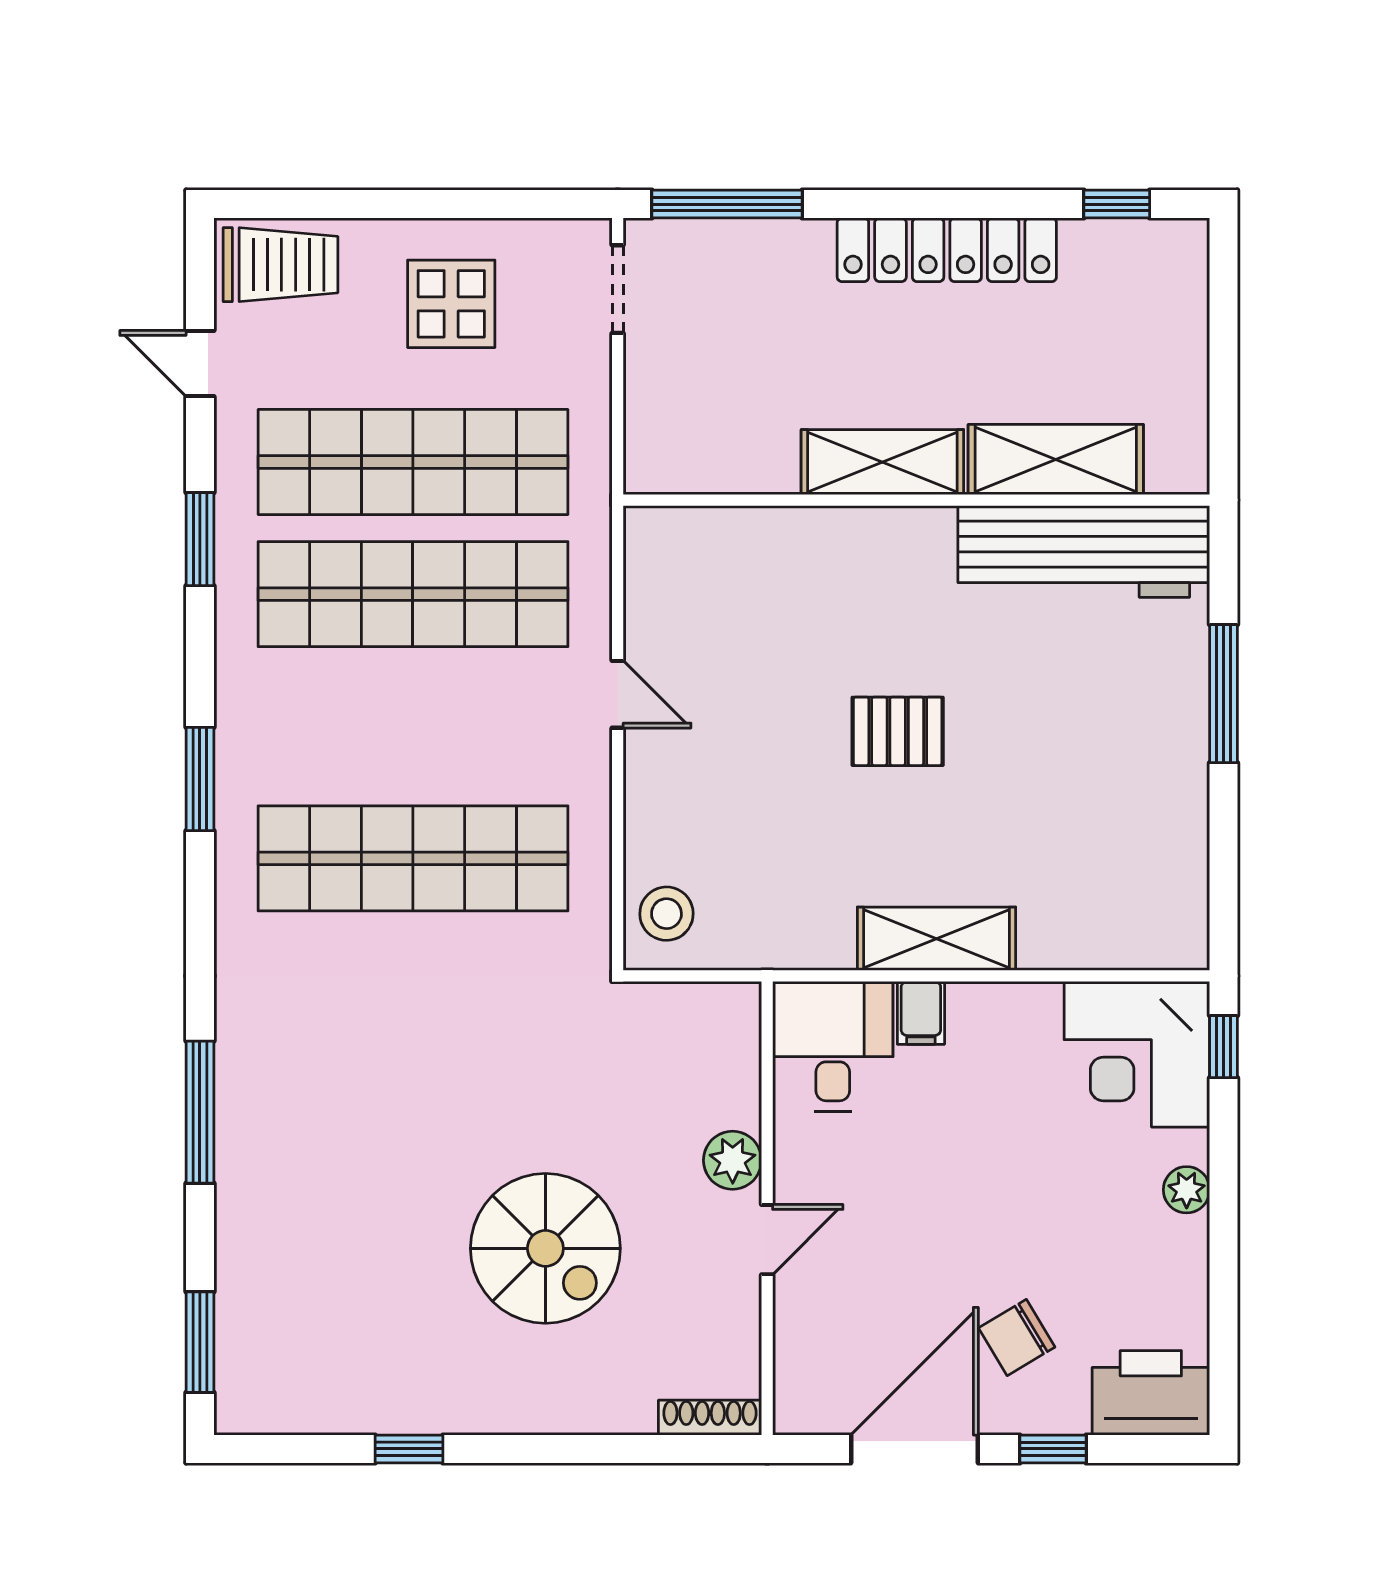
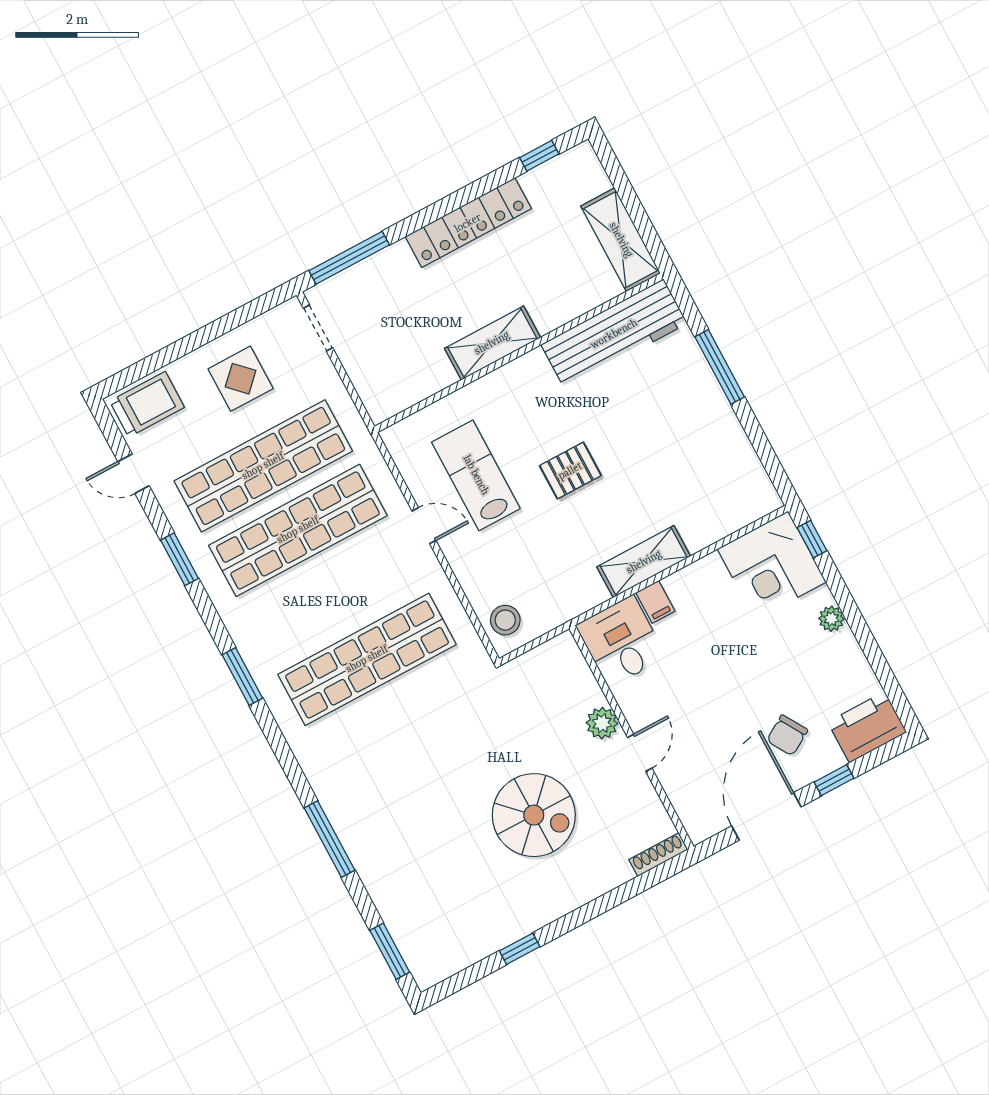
shelving: (1056, 459) -> (621, 240), moved, turned 90
lab bench: (743, 658) -> (476, 475), added

